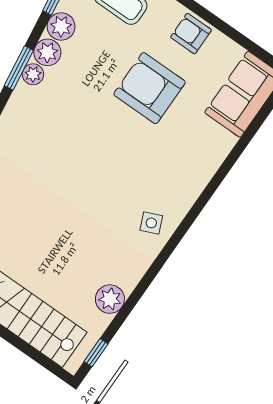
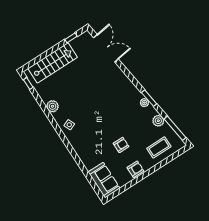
plant: (47, 52) -> (151, 112), removed
armchair: (150, 88) -> (121, 145), width x0.53, depth x0.53
plant: (110, 299) -> (53, 106), moved

